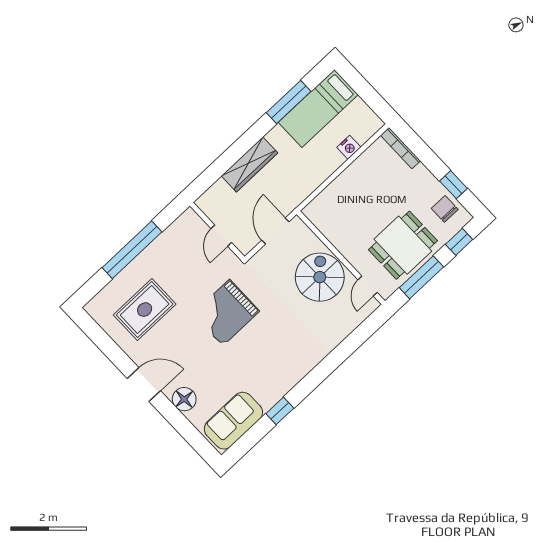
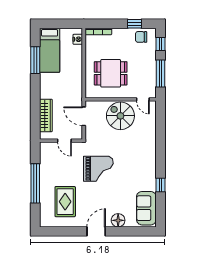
nightstand: (349, 147) -> (78, 39), moved
wardrobe: (250, 164) -> (46, 115), moved
dining table: (403, 245) -> (111, 73), moved, turned 90
grand piano: (226, 312) -> (98, 169), turned -90

